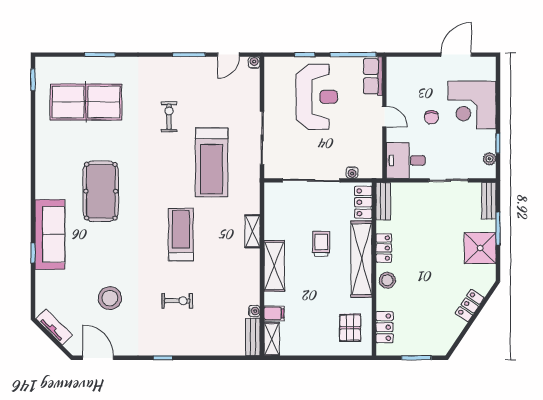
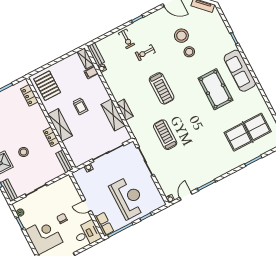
reception desk: (317, 97) -> (128, 198), turned 180
exercise bike: (169, 117) -> (127, 39), moved
desk: (406, 160) -> (87, 234), moved
treadmill: (212, 162) -> (165, 135), width x0.73, depth x0.73
locker: (363, 202) -> (75, 155), removed
sofa: (50, 234) -> (240, 71), moved
trolley: (321, 244) -> (80, 106), moved
shelving: (361, 259) -> (60, 125), width x0.68
shelving: (274, 266) -> (113, 115), moved
stool: (111, 268) -> (189, 52), added
stool: (387, 280) -> (24, 152), moved
pallet: (350, 328) -> (47, 86), width x1.50, depth x1.42

